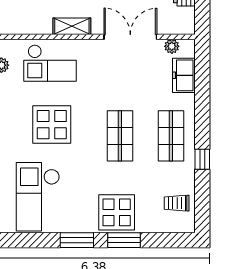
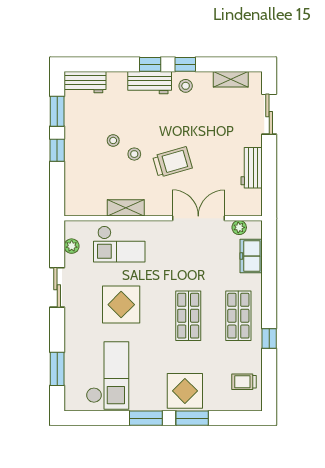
shelving: (72, 26) -> (126, 208), moved
checkout: (38, 197) -> (107, 375), turned 180

